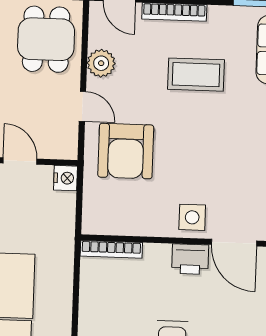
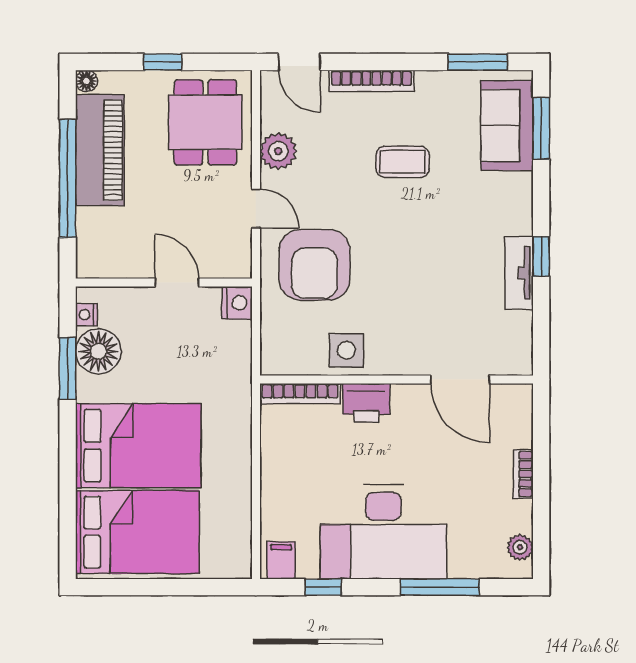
coffee table: (196, 75) -> (403, 162), width x0.73, depth x0.77
side table: (192, 217) -> (346, 350), moved
printer: (190, 259) -> (366, 403), moved

